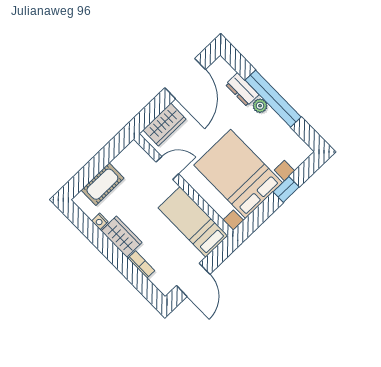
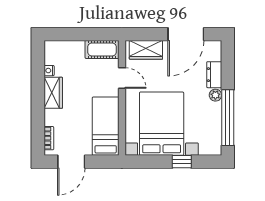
window: (273, 99) -> (228, 118), moved
cot: (102, 184) -> (102, 49), moved
bookcase: (141, 264) -> (49, 138), moved

